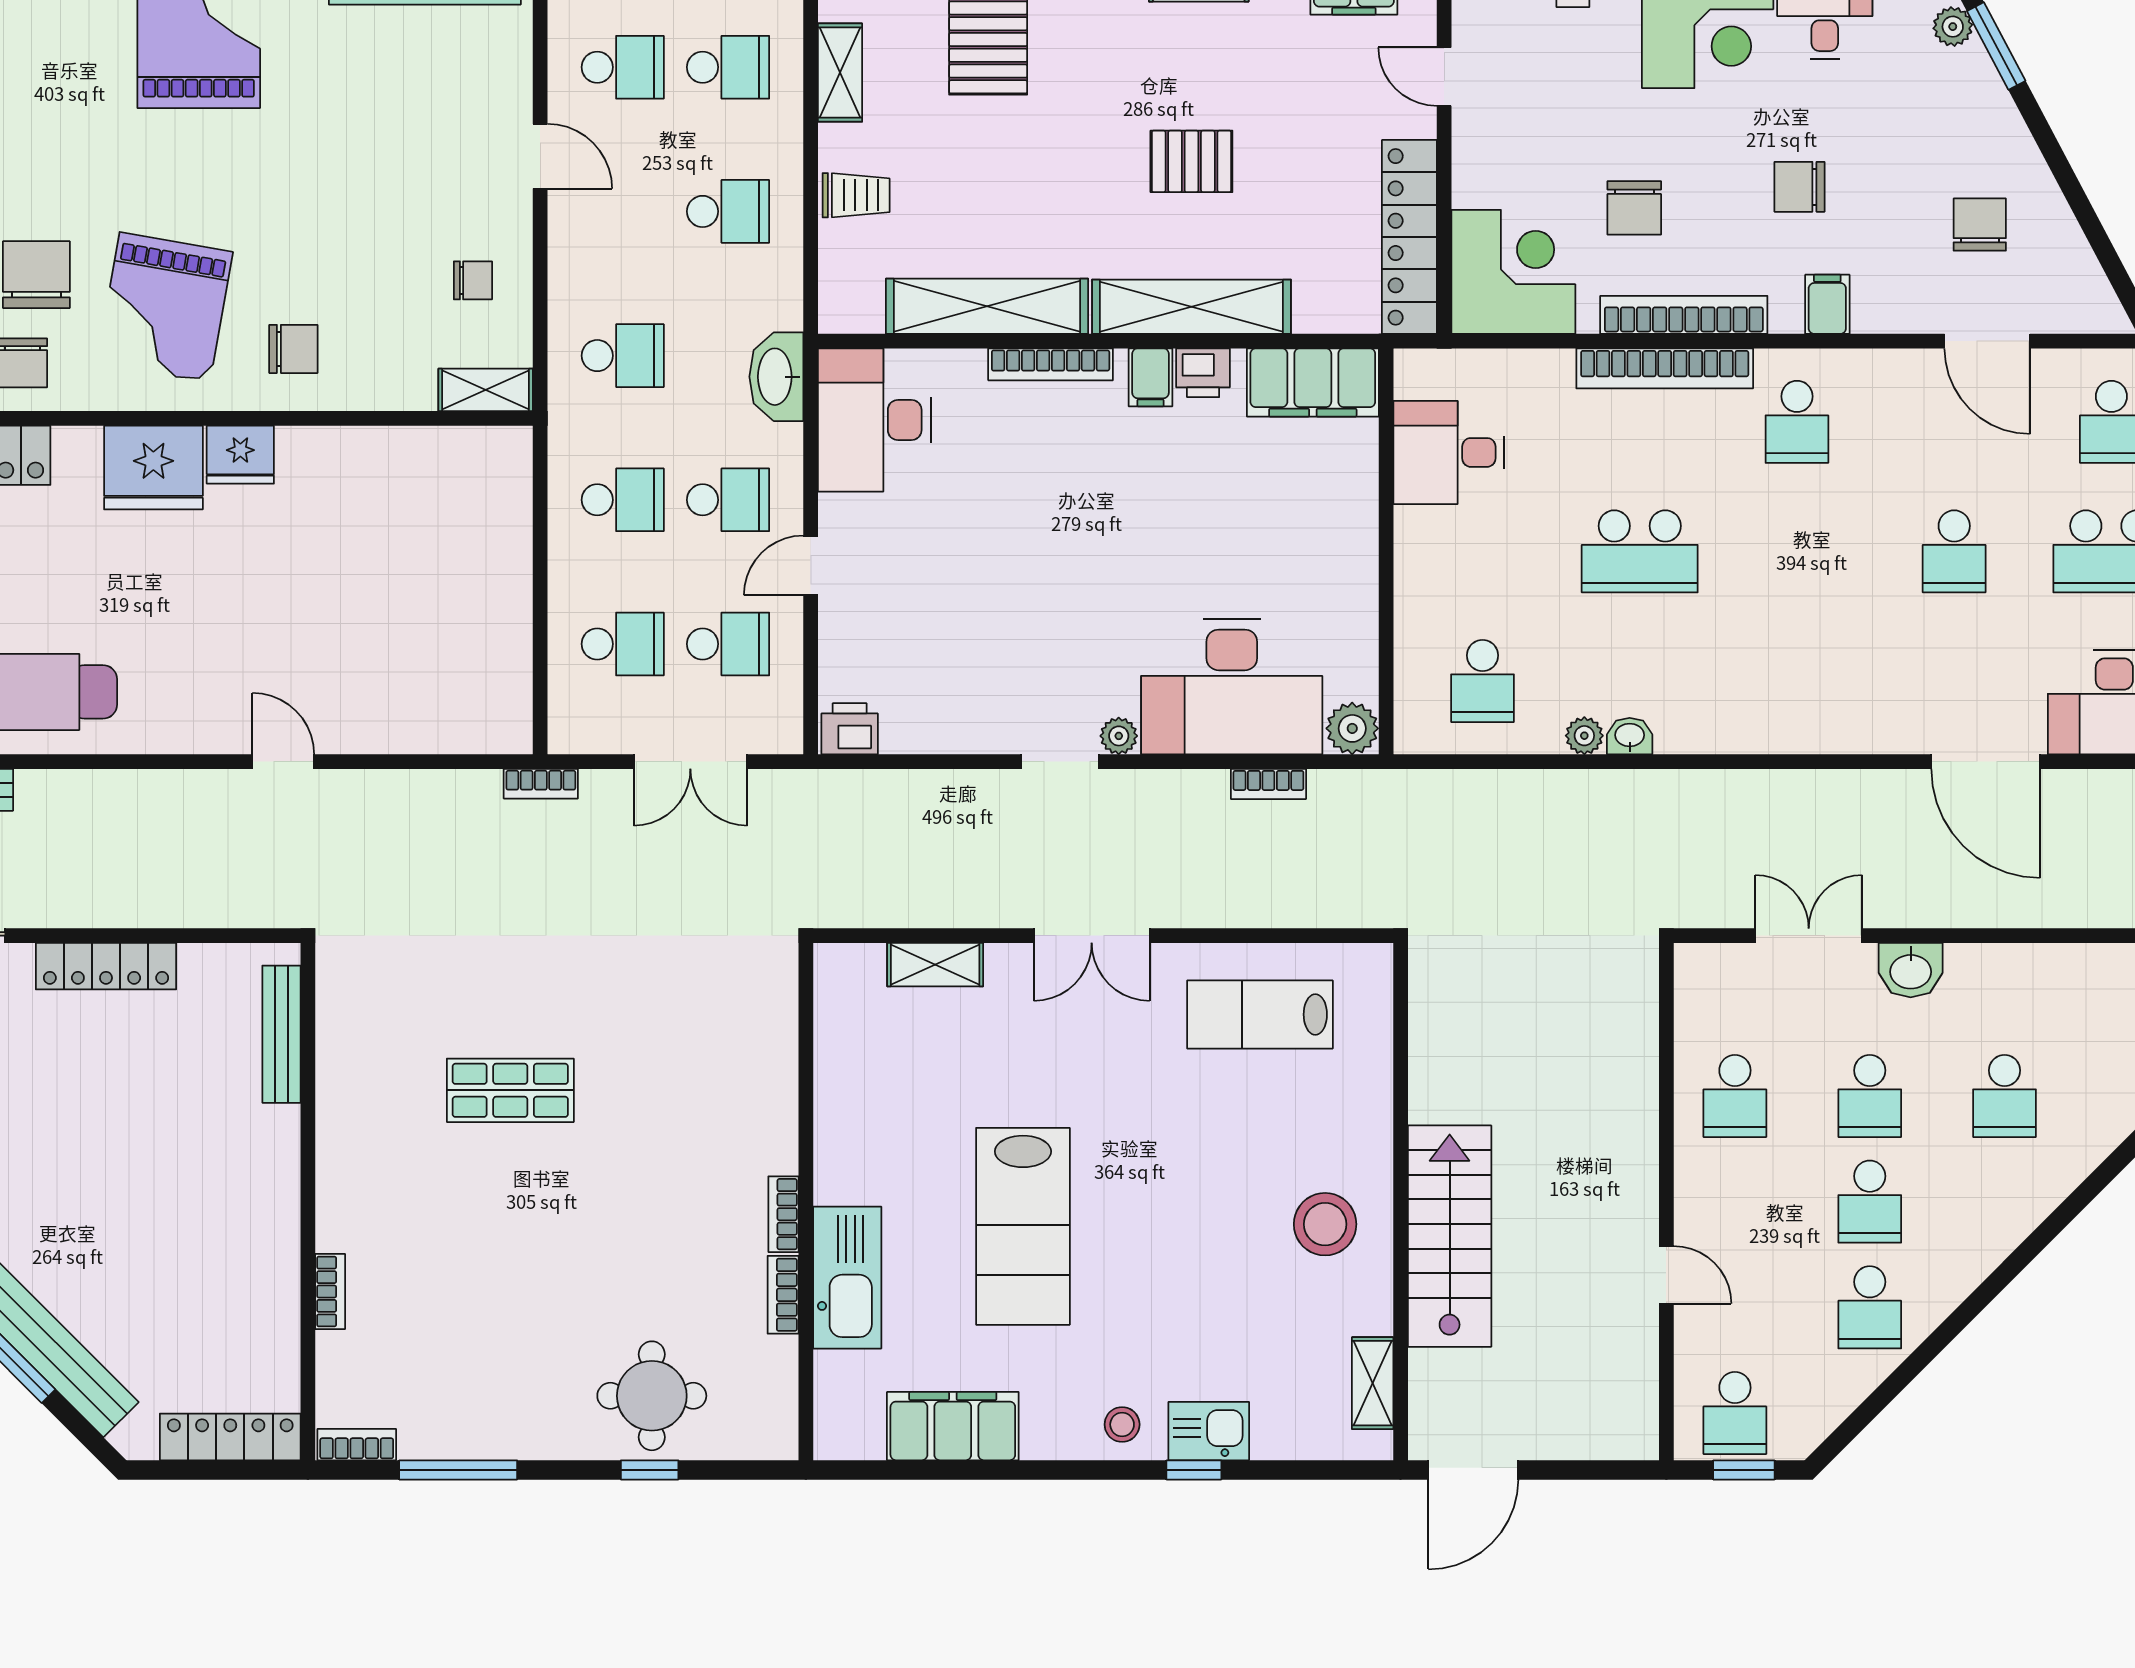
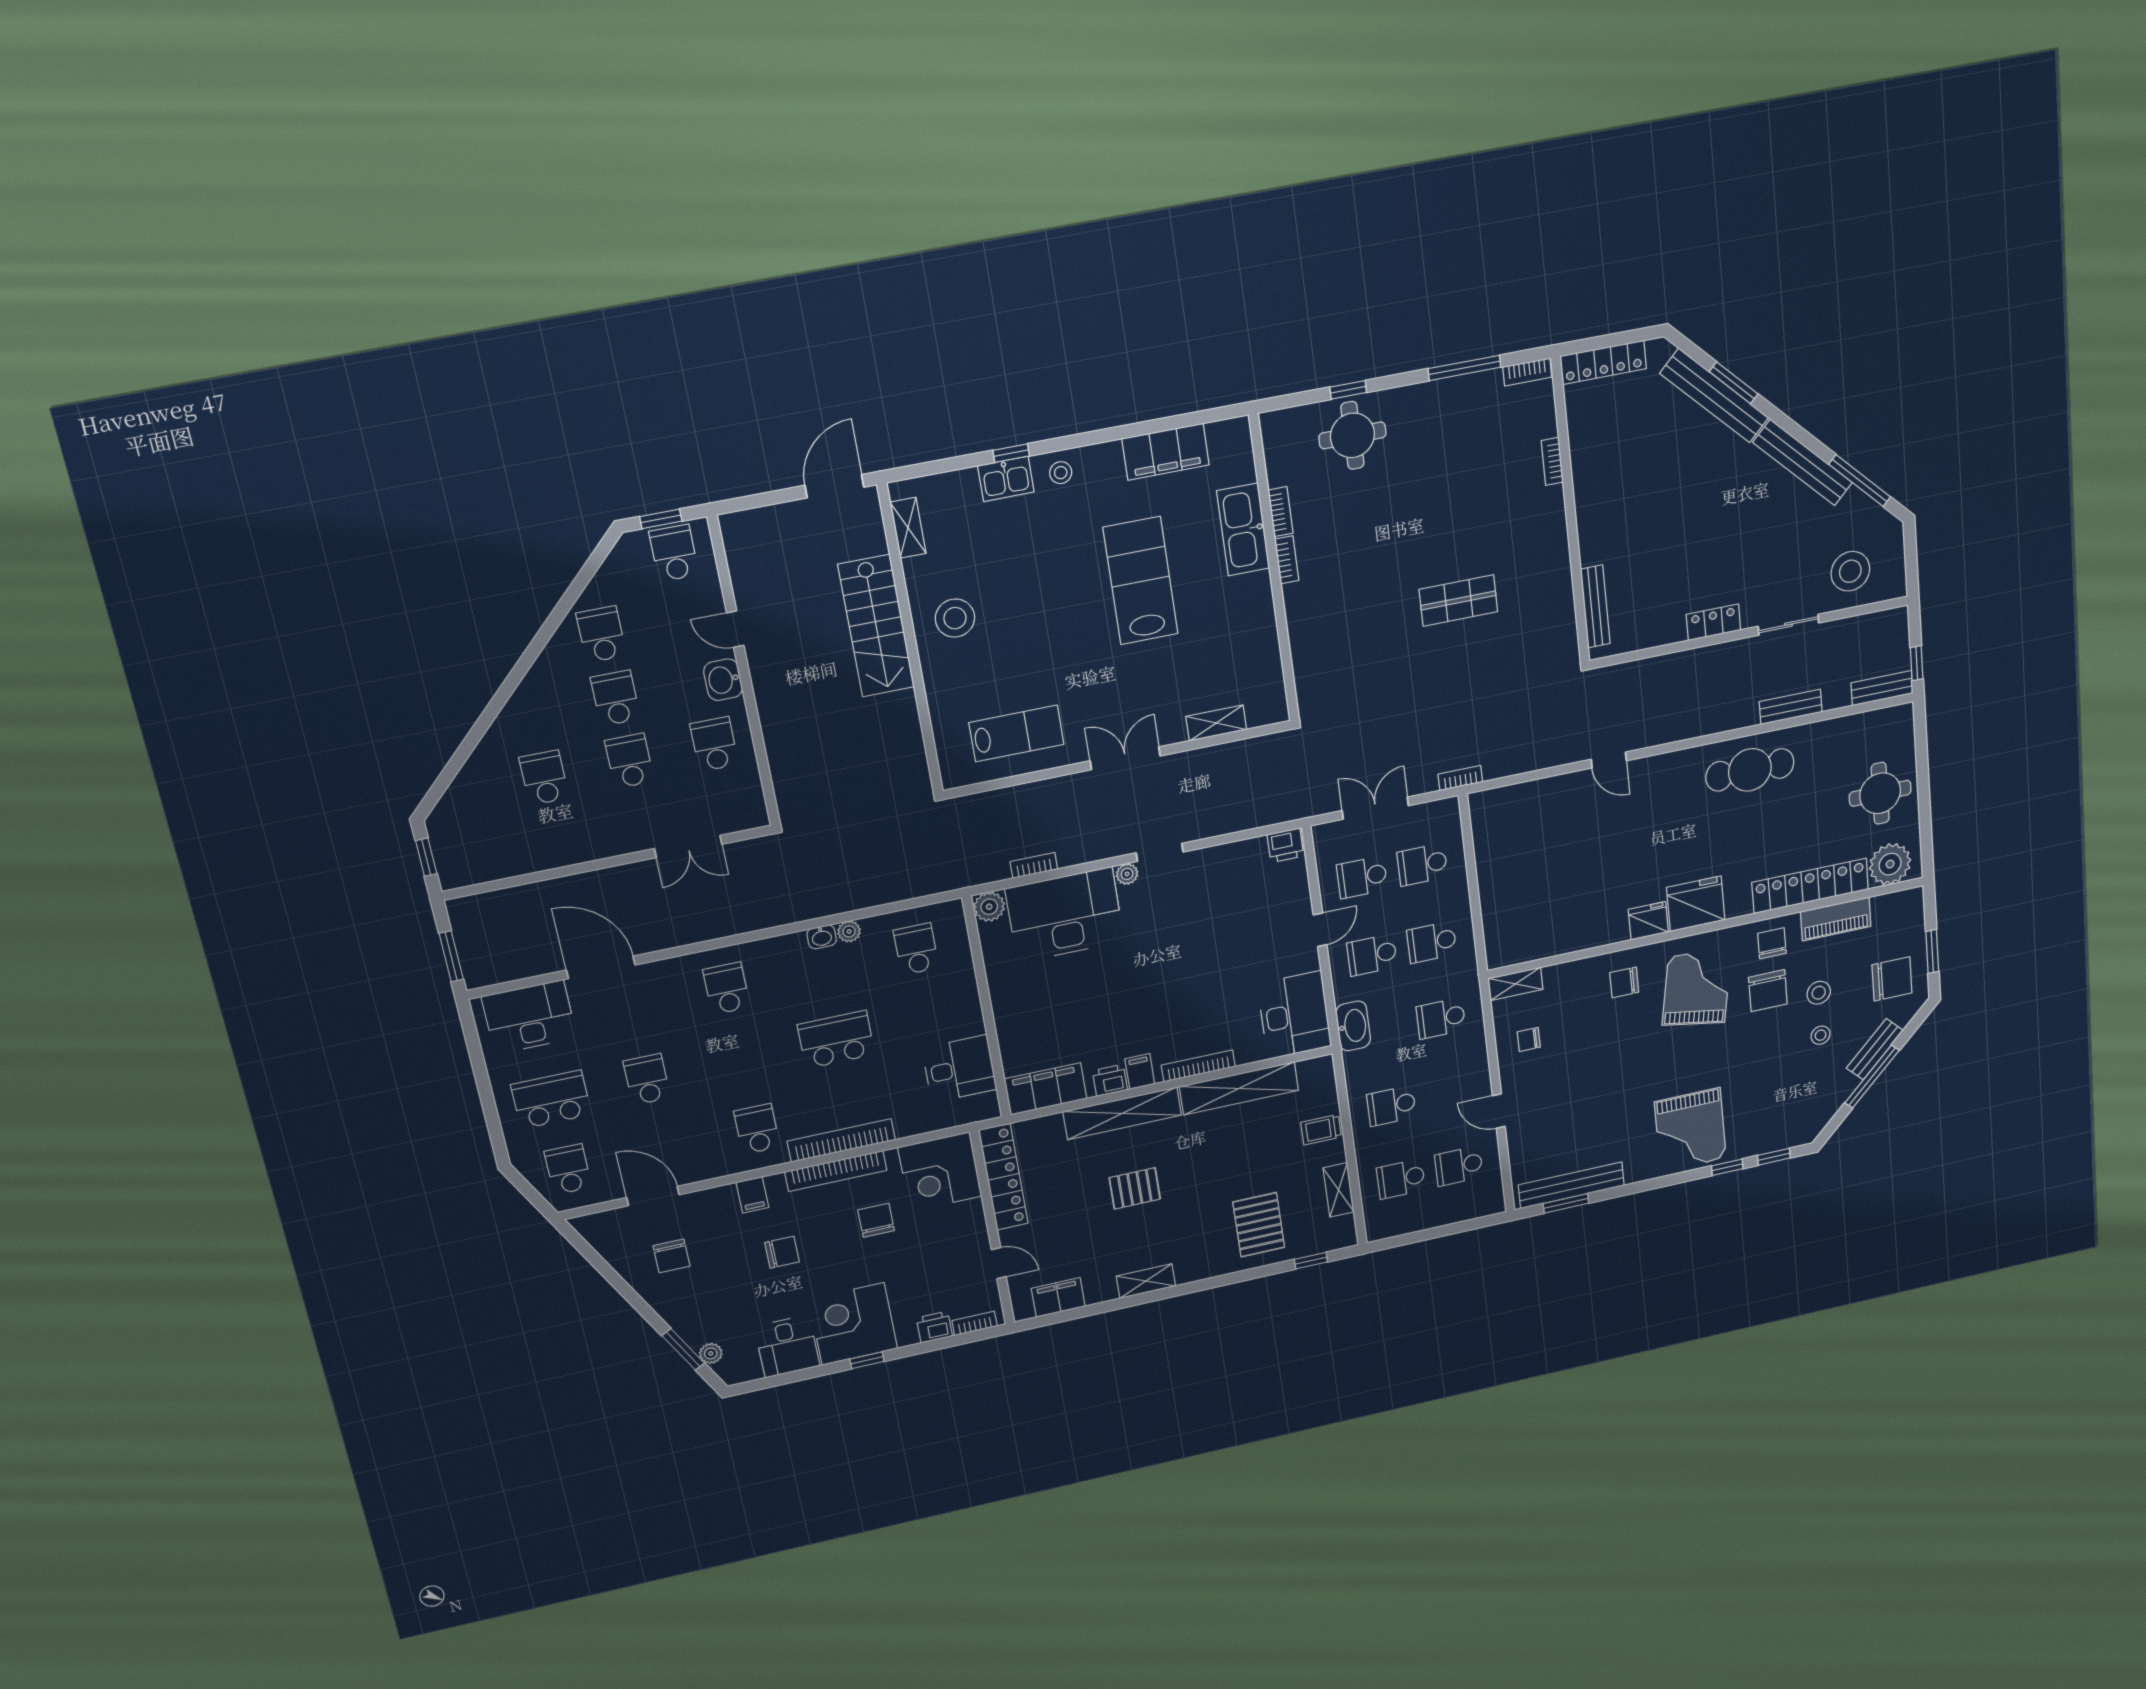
school desk: (1797, 681) -> (727, 988), added
locker: (106, 966) -> (1713, 622), width x0.66
washbasin: (1911, 970) -> (723, 680), moved, turned -90

